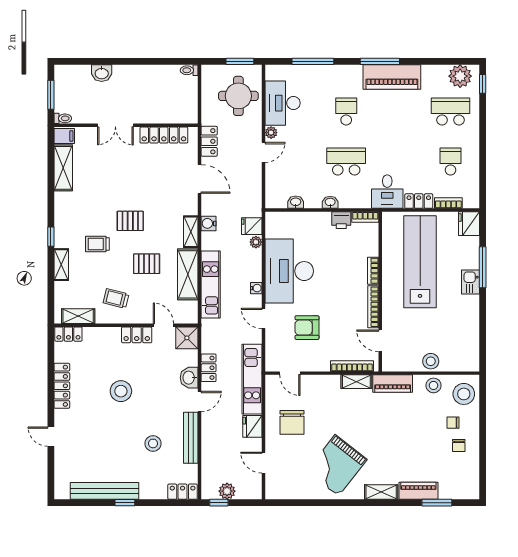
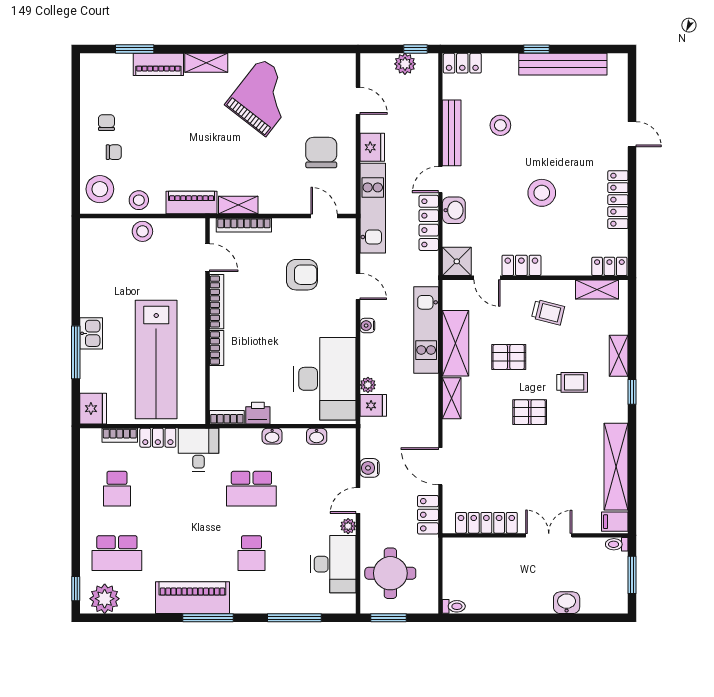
shelving: (63, 168) -> (616, 467), width x1.47
water cooler: (209, 223) -> (370, 468), moved, turned 180
desk: (289, 271) -> (325, 379), moved
locker: (209, 368) -> (429, 223), width x1.53

